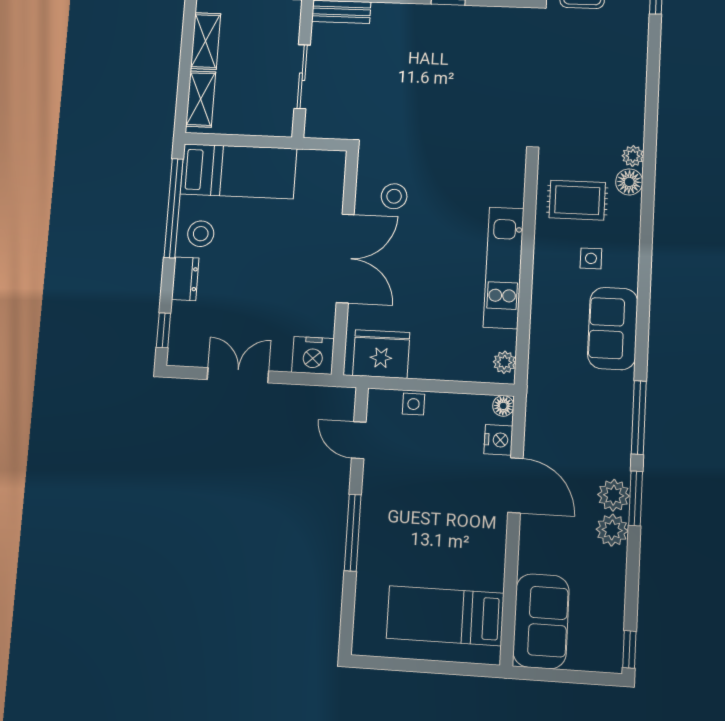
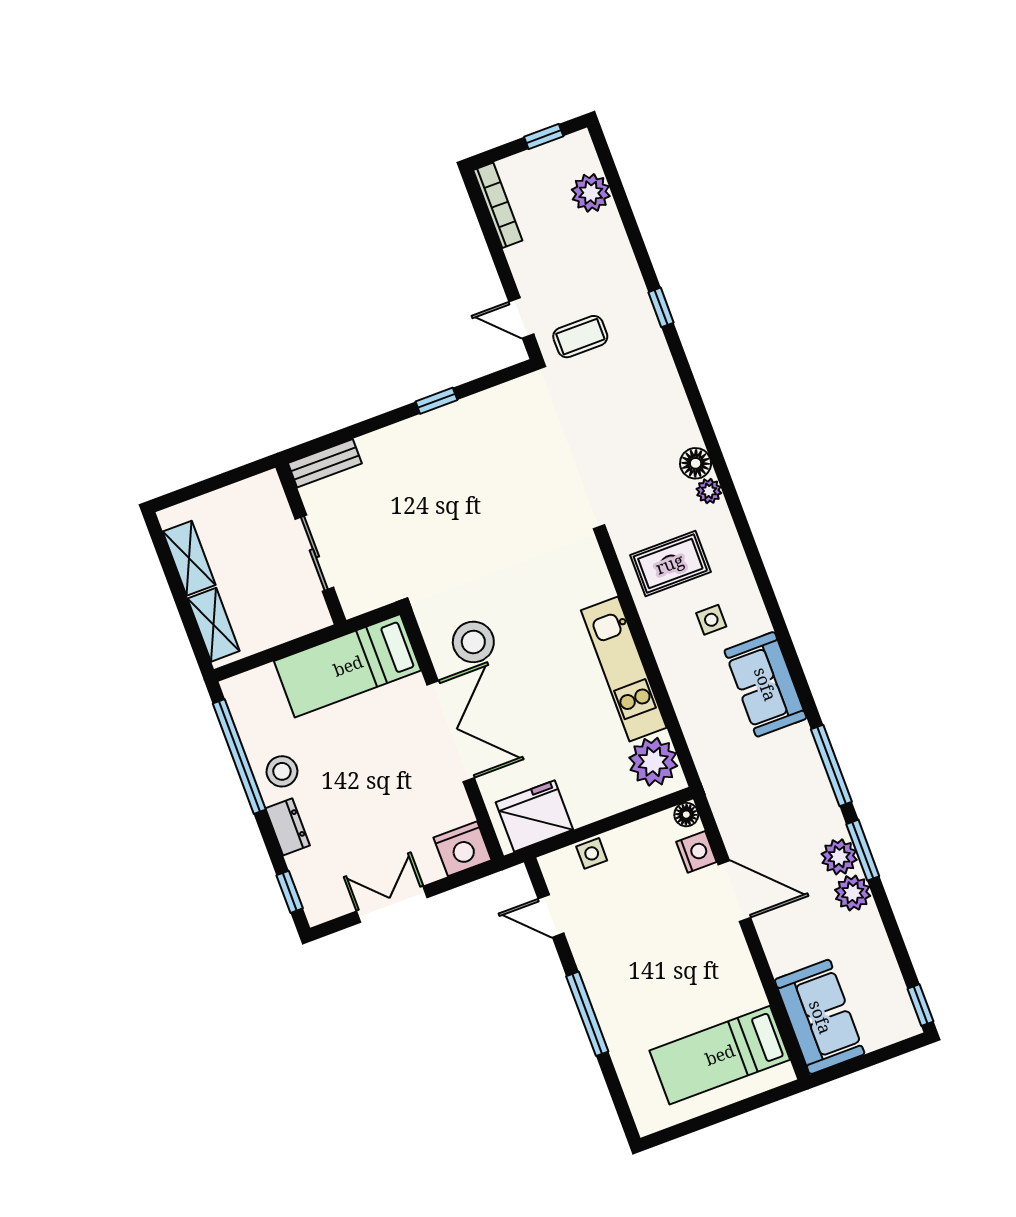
bed: (238, 171) -> (348, 666), moved, turned 180
floor lamp: (629, 182) -> (696, 463), moved
stool: (394, 196) -> (473, 642), width x1.38, depth x1.38
plant: (504, 362) -> (653, 762), width x1.87, depth x1.87

